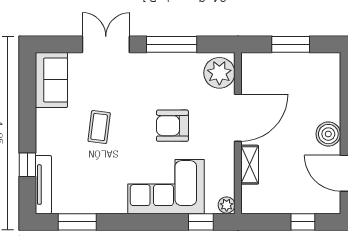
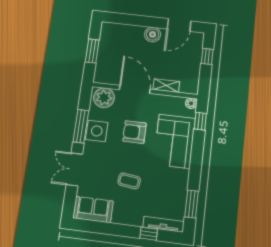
side table: (167, 69) -> (97, 131), added
armchair: (172, 126) -> (134, 132), turned 90

